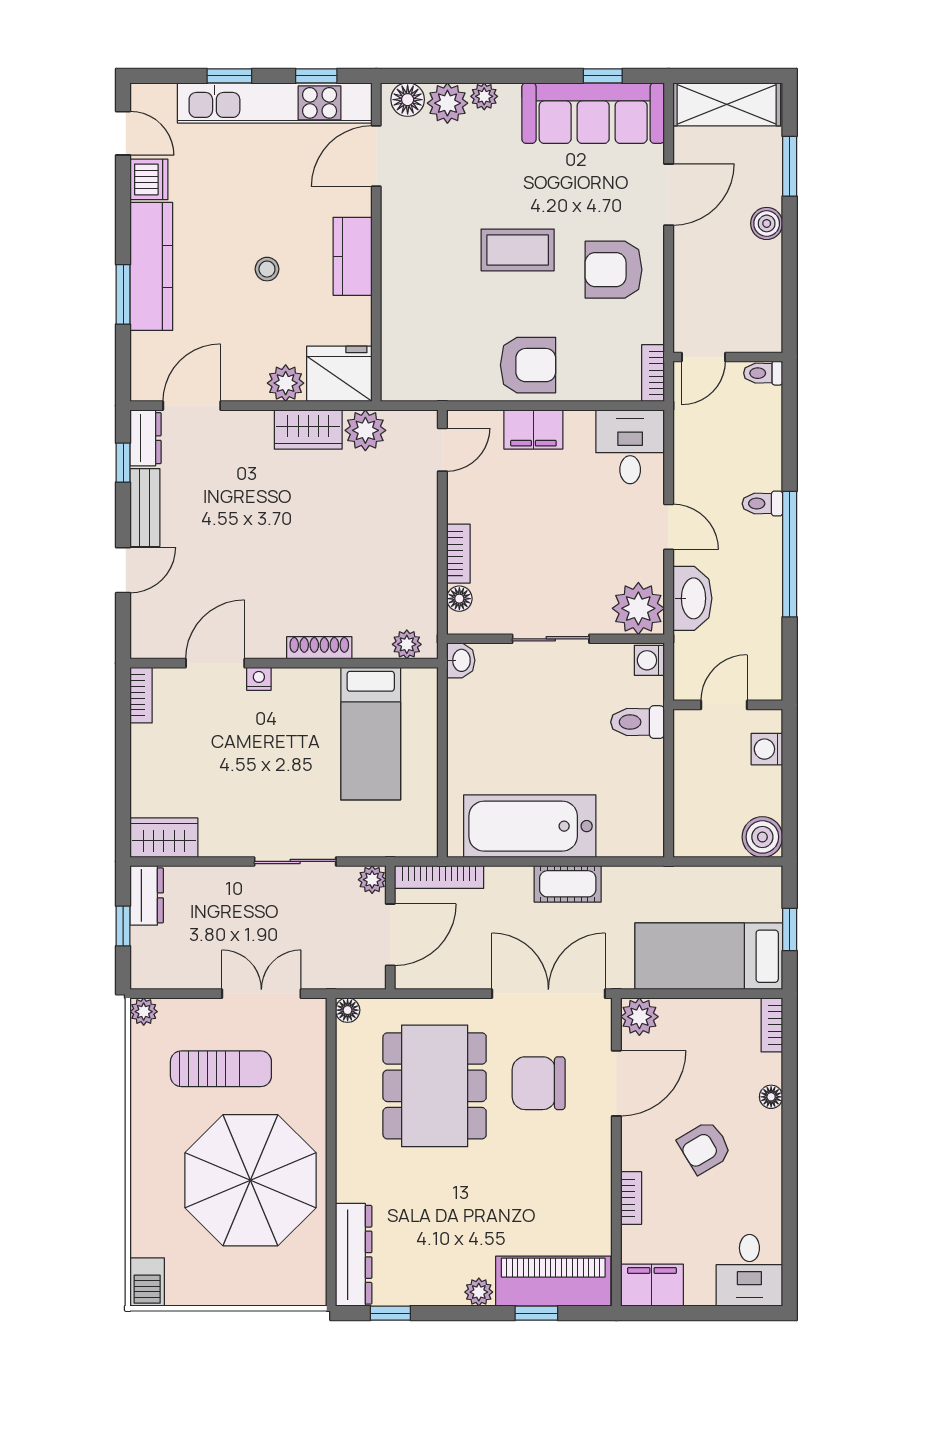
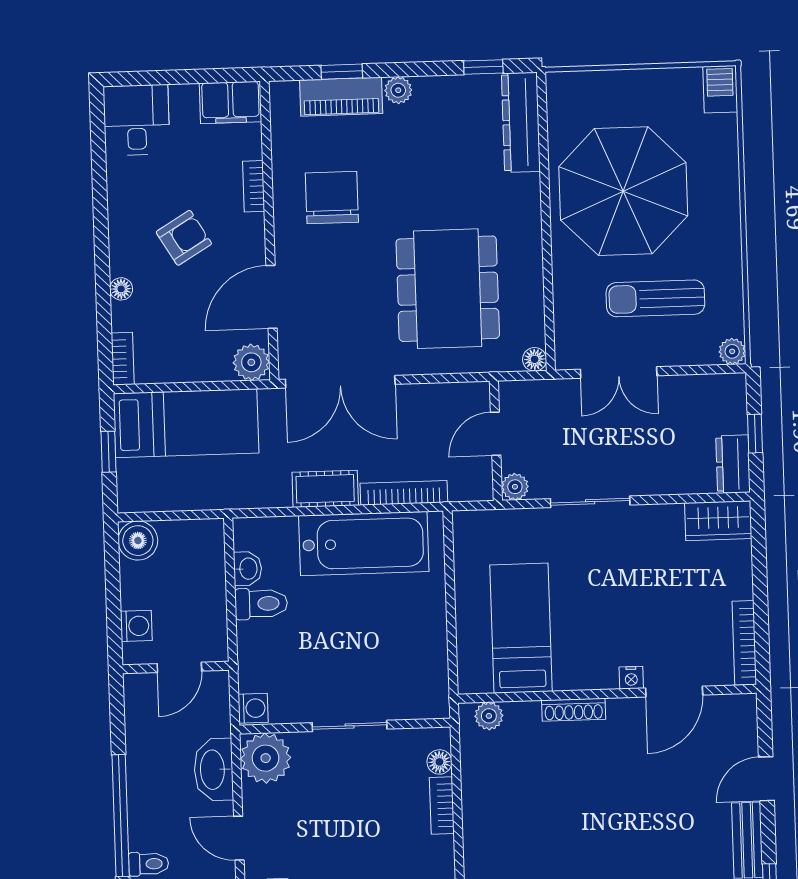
washbasin: (461, 660) -> (248, 569), moved, turned 180
bookcase: (141, 695) -> (744, 643), width x1.56
toilet: (638, 722) -> (261, 604), moved
bookcase: (439, 877) -> (404, 493), moved
door: (390, 935) -> (496, 434), width x0.73
chair: (539, 1083) -> (332, 198), moved, turned -90
piano: (553, 1281) -> (341, 97), width x0.73, depth x0.75

